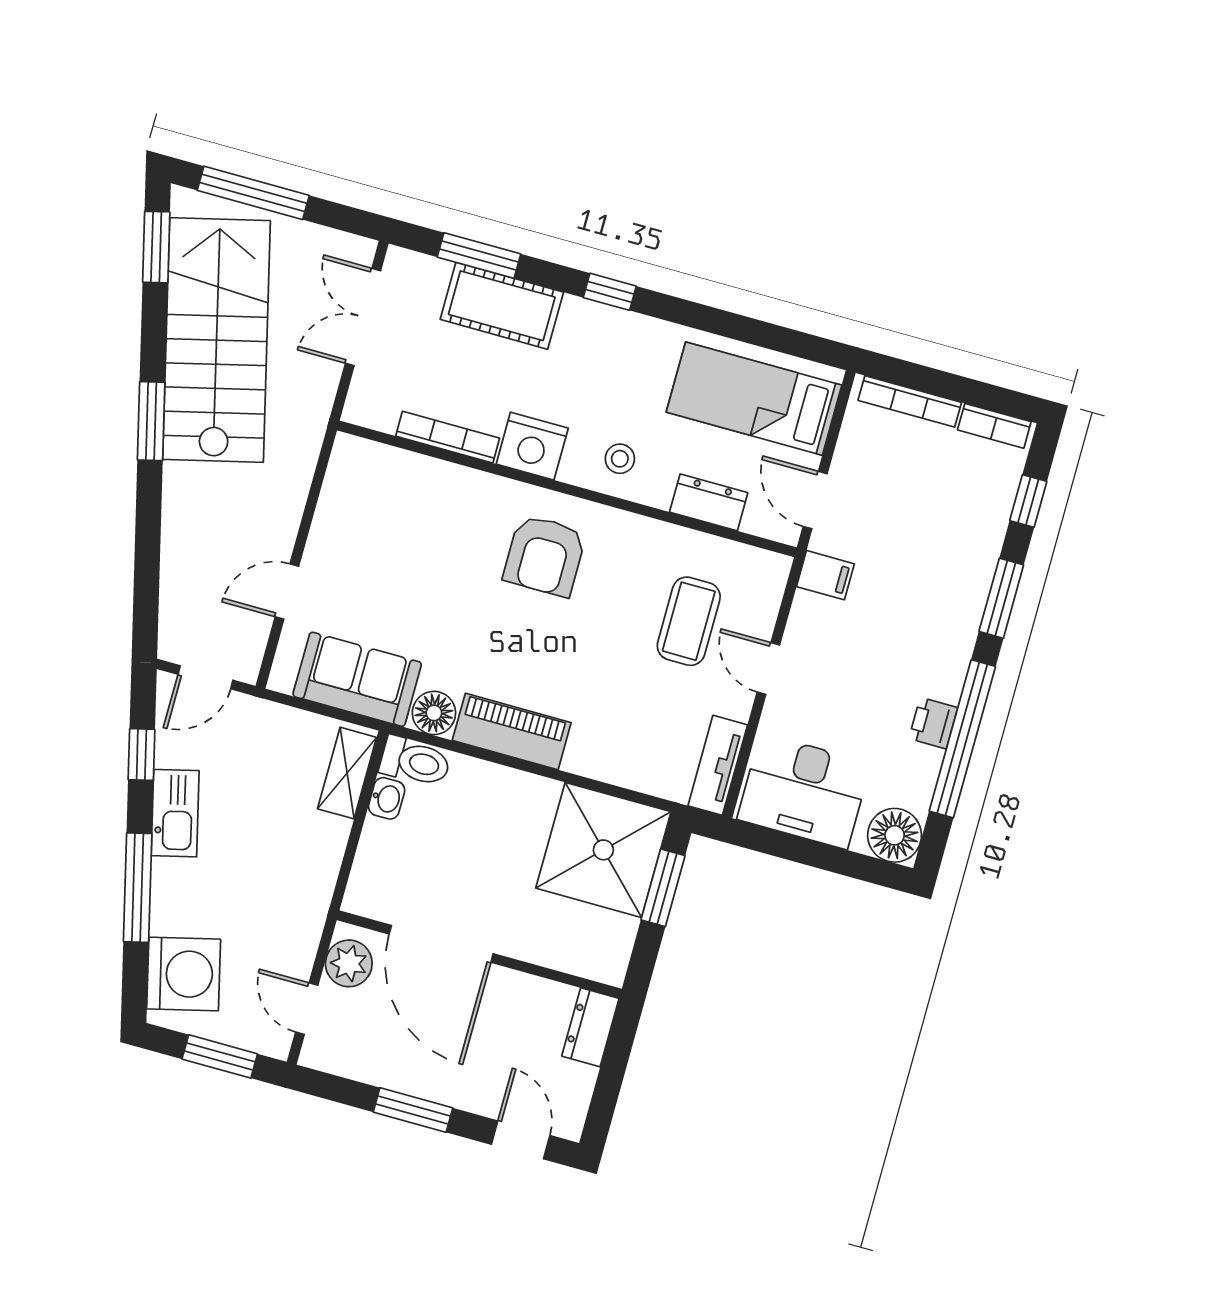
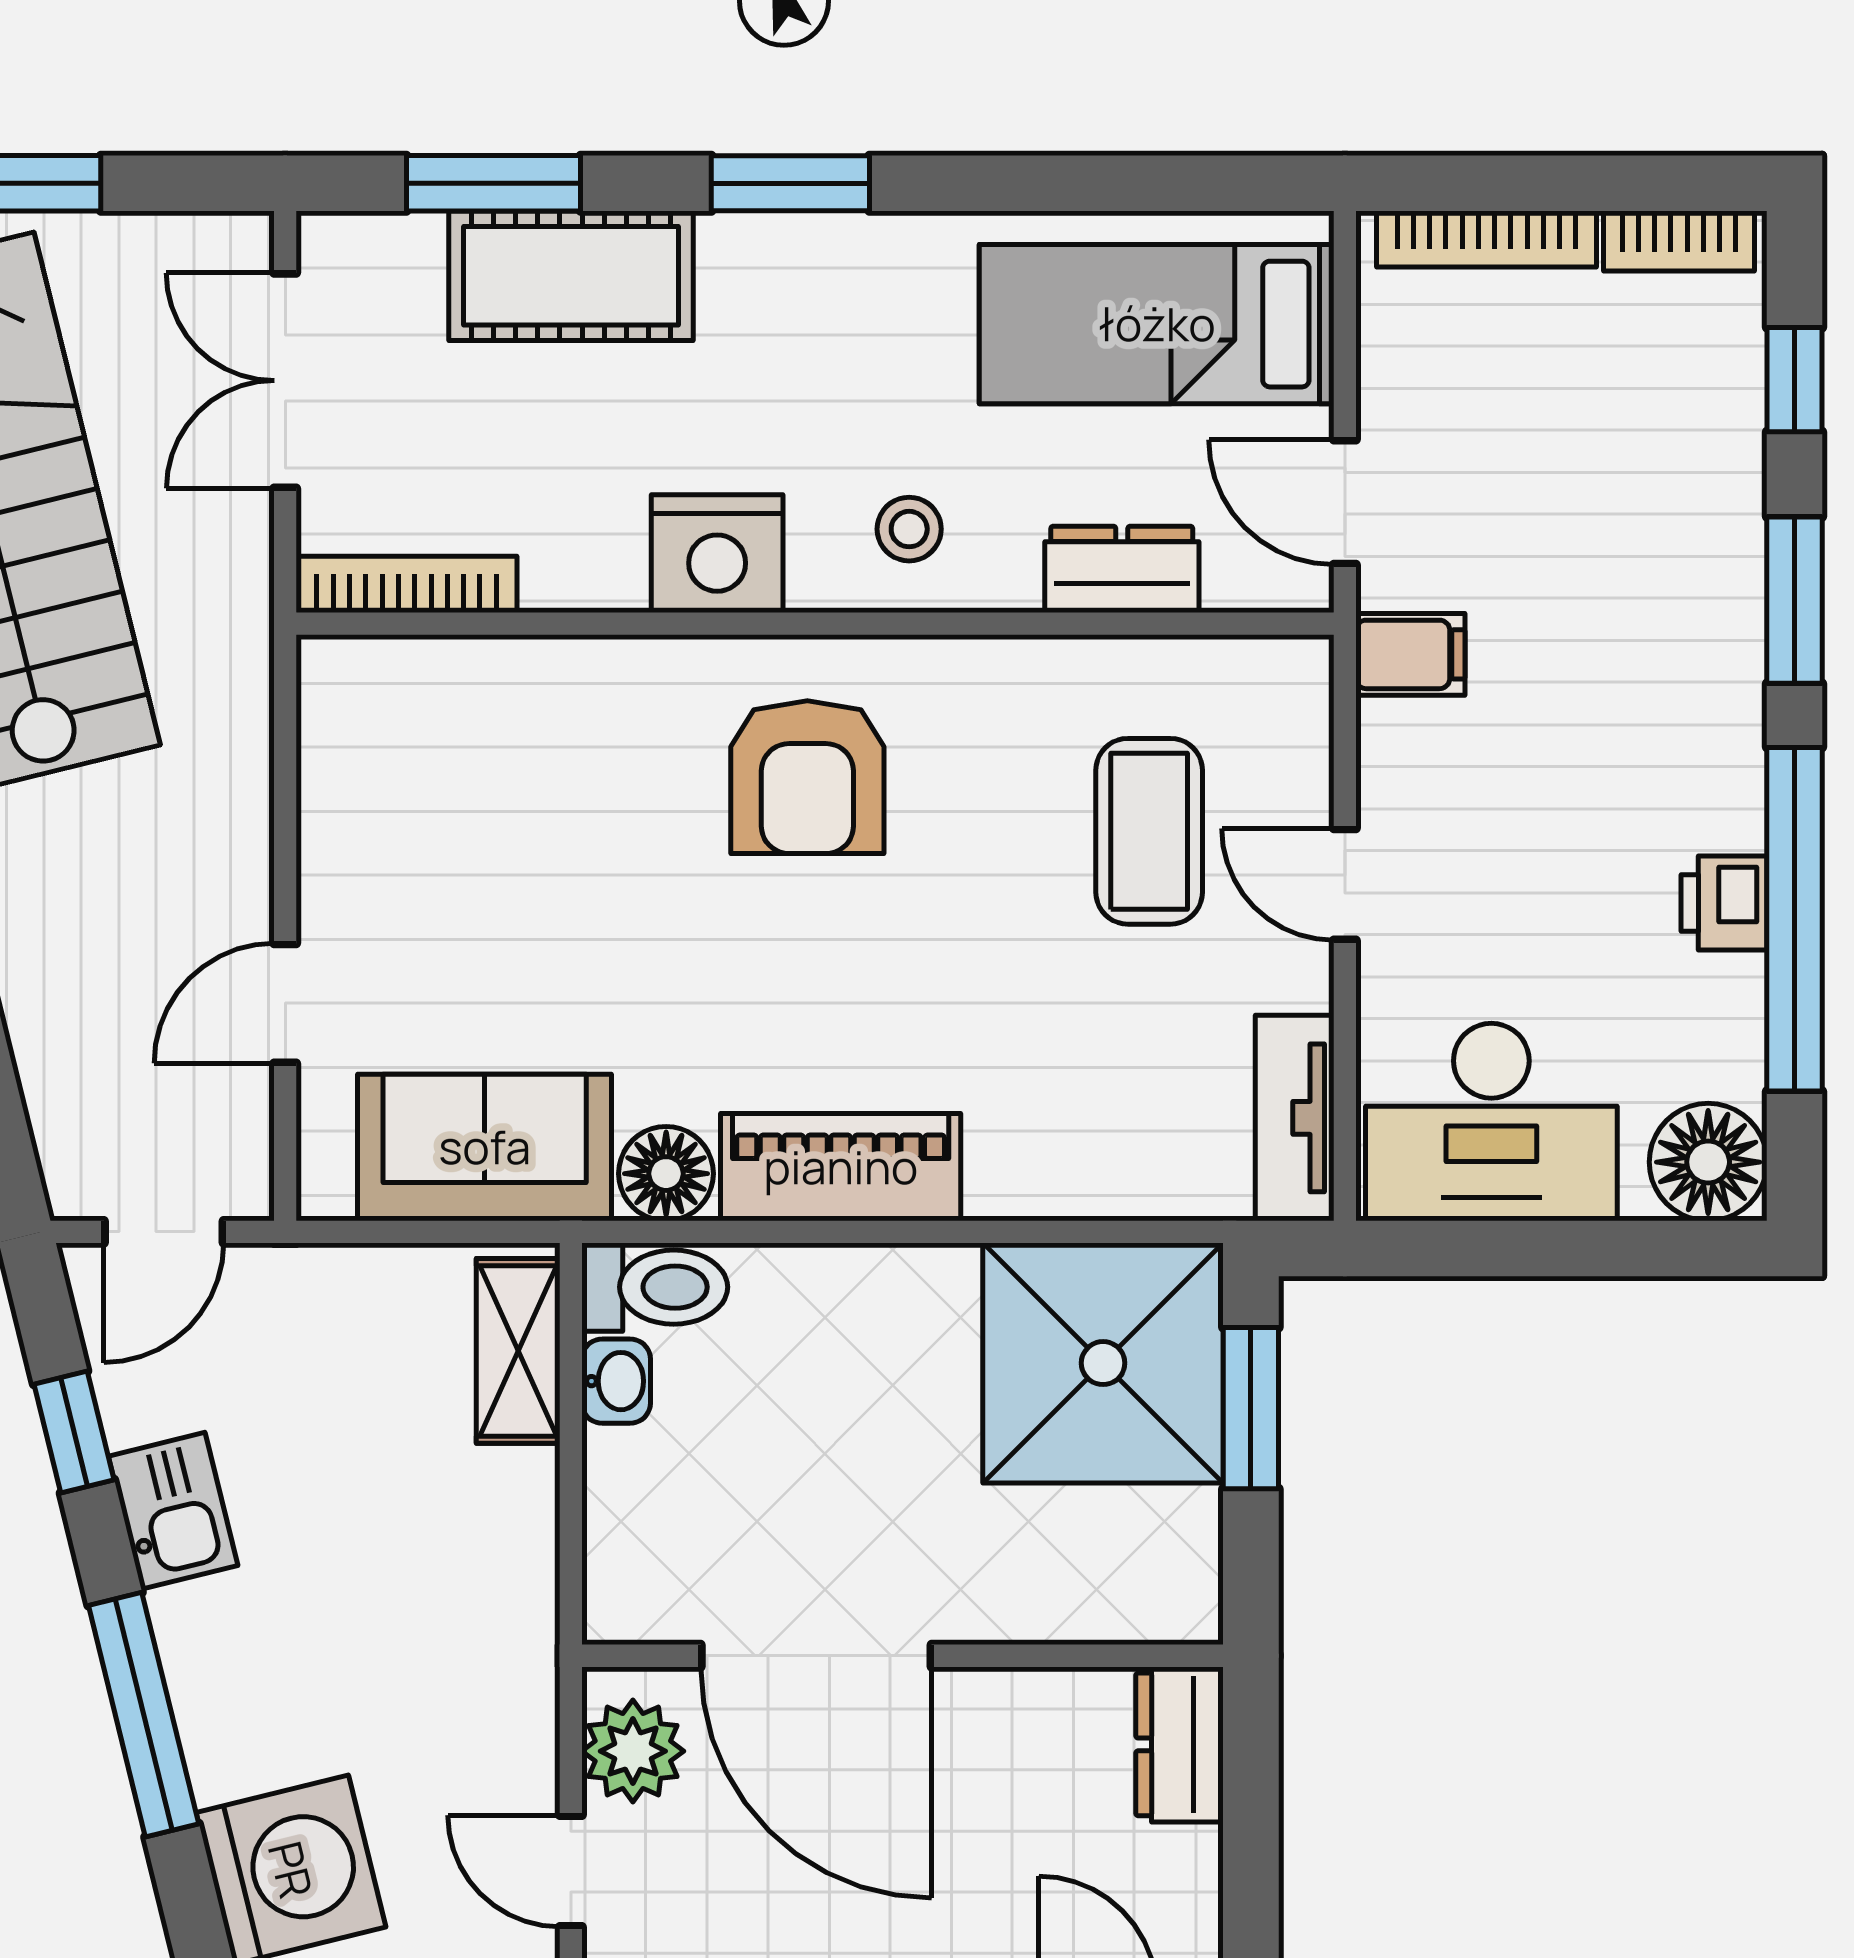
window: (610, 292) -> (790, 183), width x1.50
bookcase: (448, 437) -> (407, 584), moved
kitchen sink: (175, 813) -> (173, 1511), width x0.73

